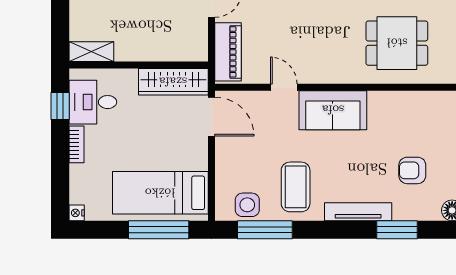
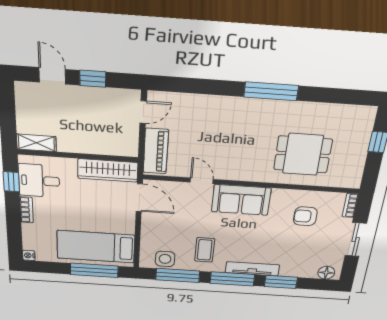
armchair: (412, 170) -> (305, 216), moved
coffee table: (296, 187) -> (205, 250), width x0.73, depth x0.77
window: (335, 230) -> (232, 279), added

